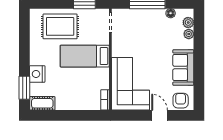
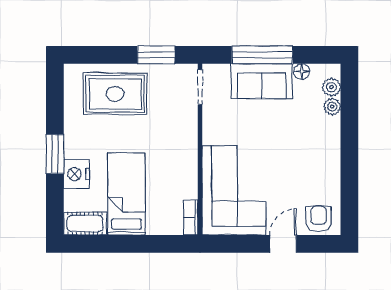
bed: (85, 56) -> (126, 194), moved, turned 90
sofa: (183, 68) -> (262, 81), moved, turned -90
window: (24, 88) -> (55, 154), moved
door: (160, 115) -> (283, 244), hinge flipped

